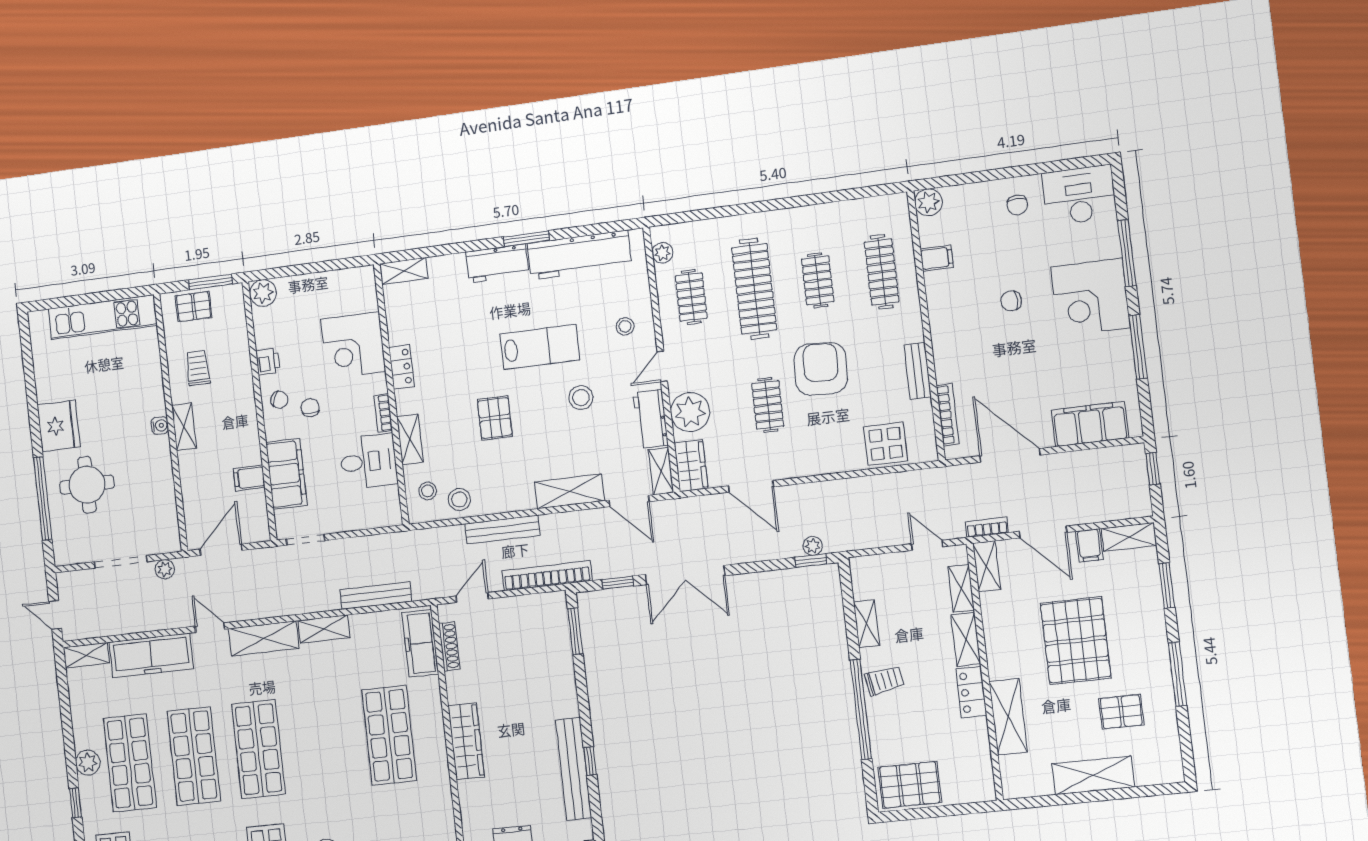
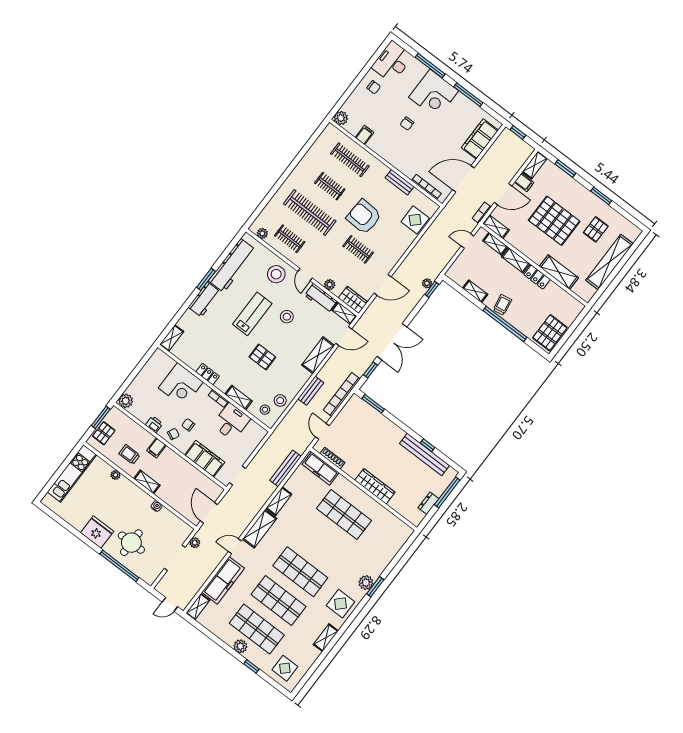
stool: (625, 326) -> (276, 274), width x1.89, depth x1.89
plant: (154, 376) -> (115, 475), added
plant: (690, 412) -> (330, 285), width x0.53, depth x0.53
water cooler: (160, 426) -> (157, 506), moved
filing cabinet: (249, 478) -> (156, 448), moved
bench: (502, 530) -> (311, 391), width x0.73
window: (1177, 674) -> (601, 196), width x0.69
shelving: (1093, 775) -> (609, 262), width x1.47

